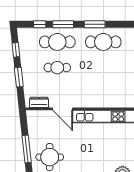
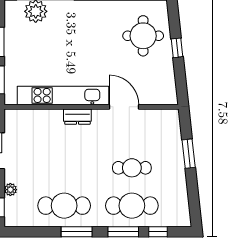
window: (16, 50) -> (193, 194), removed
dresser: (39, 102) -> (77, 117), moved
window: (27, 149) -> (177, 48), width x0.46

